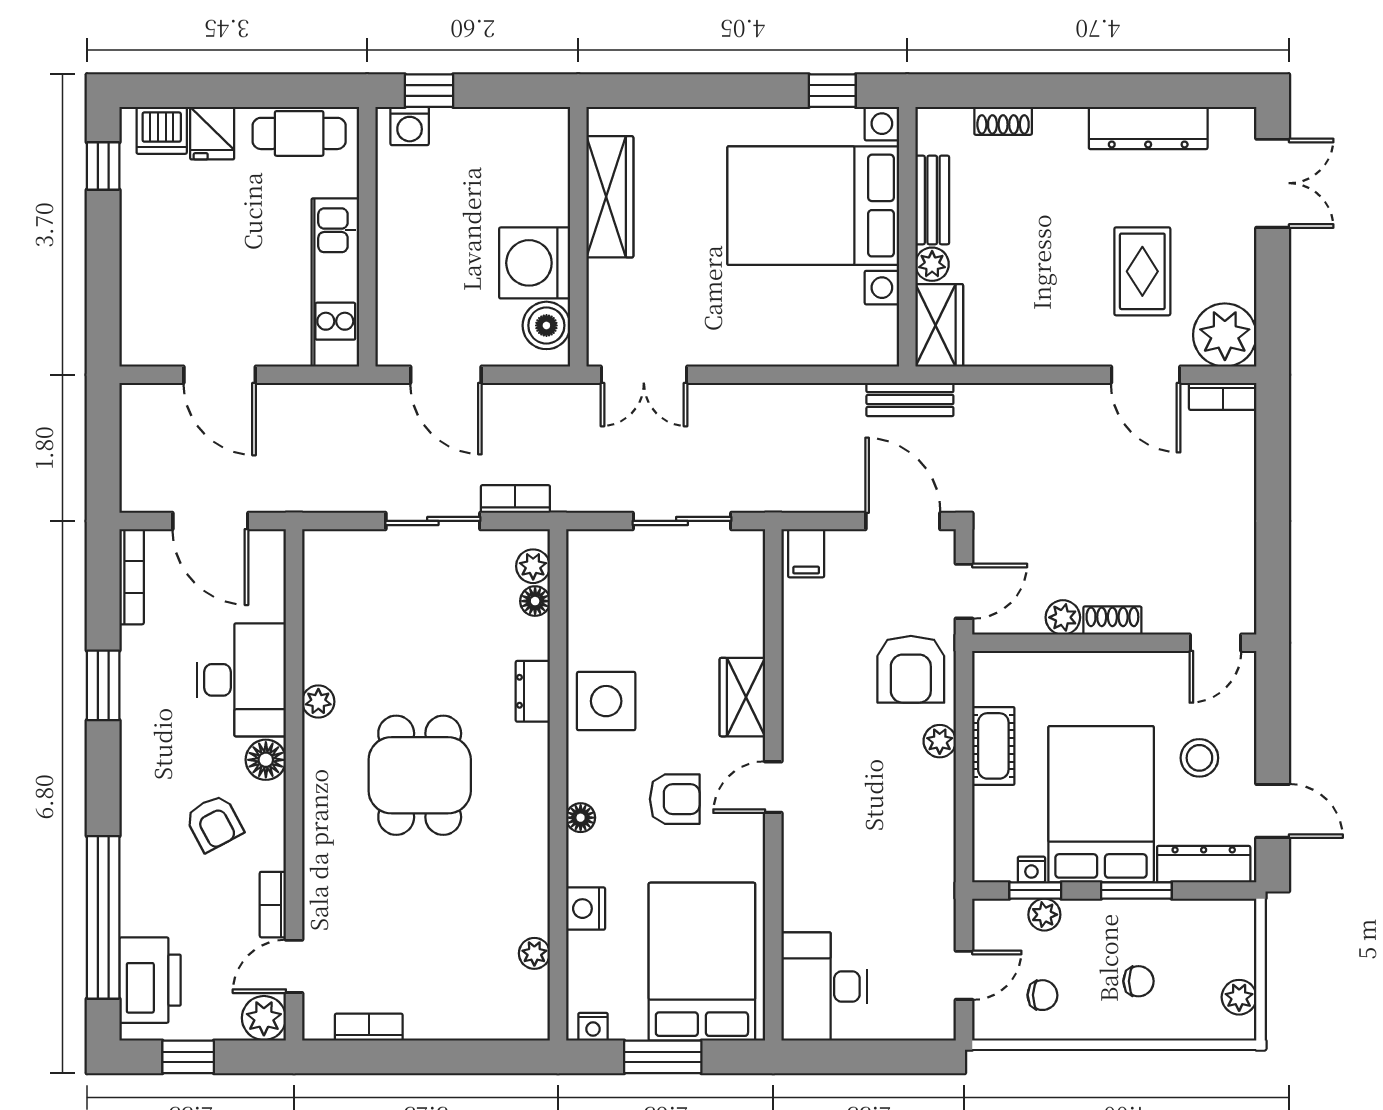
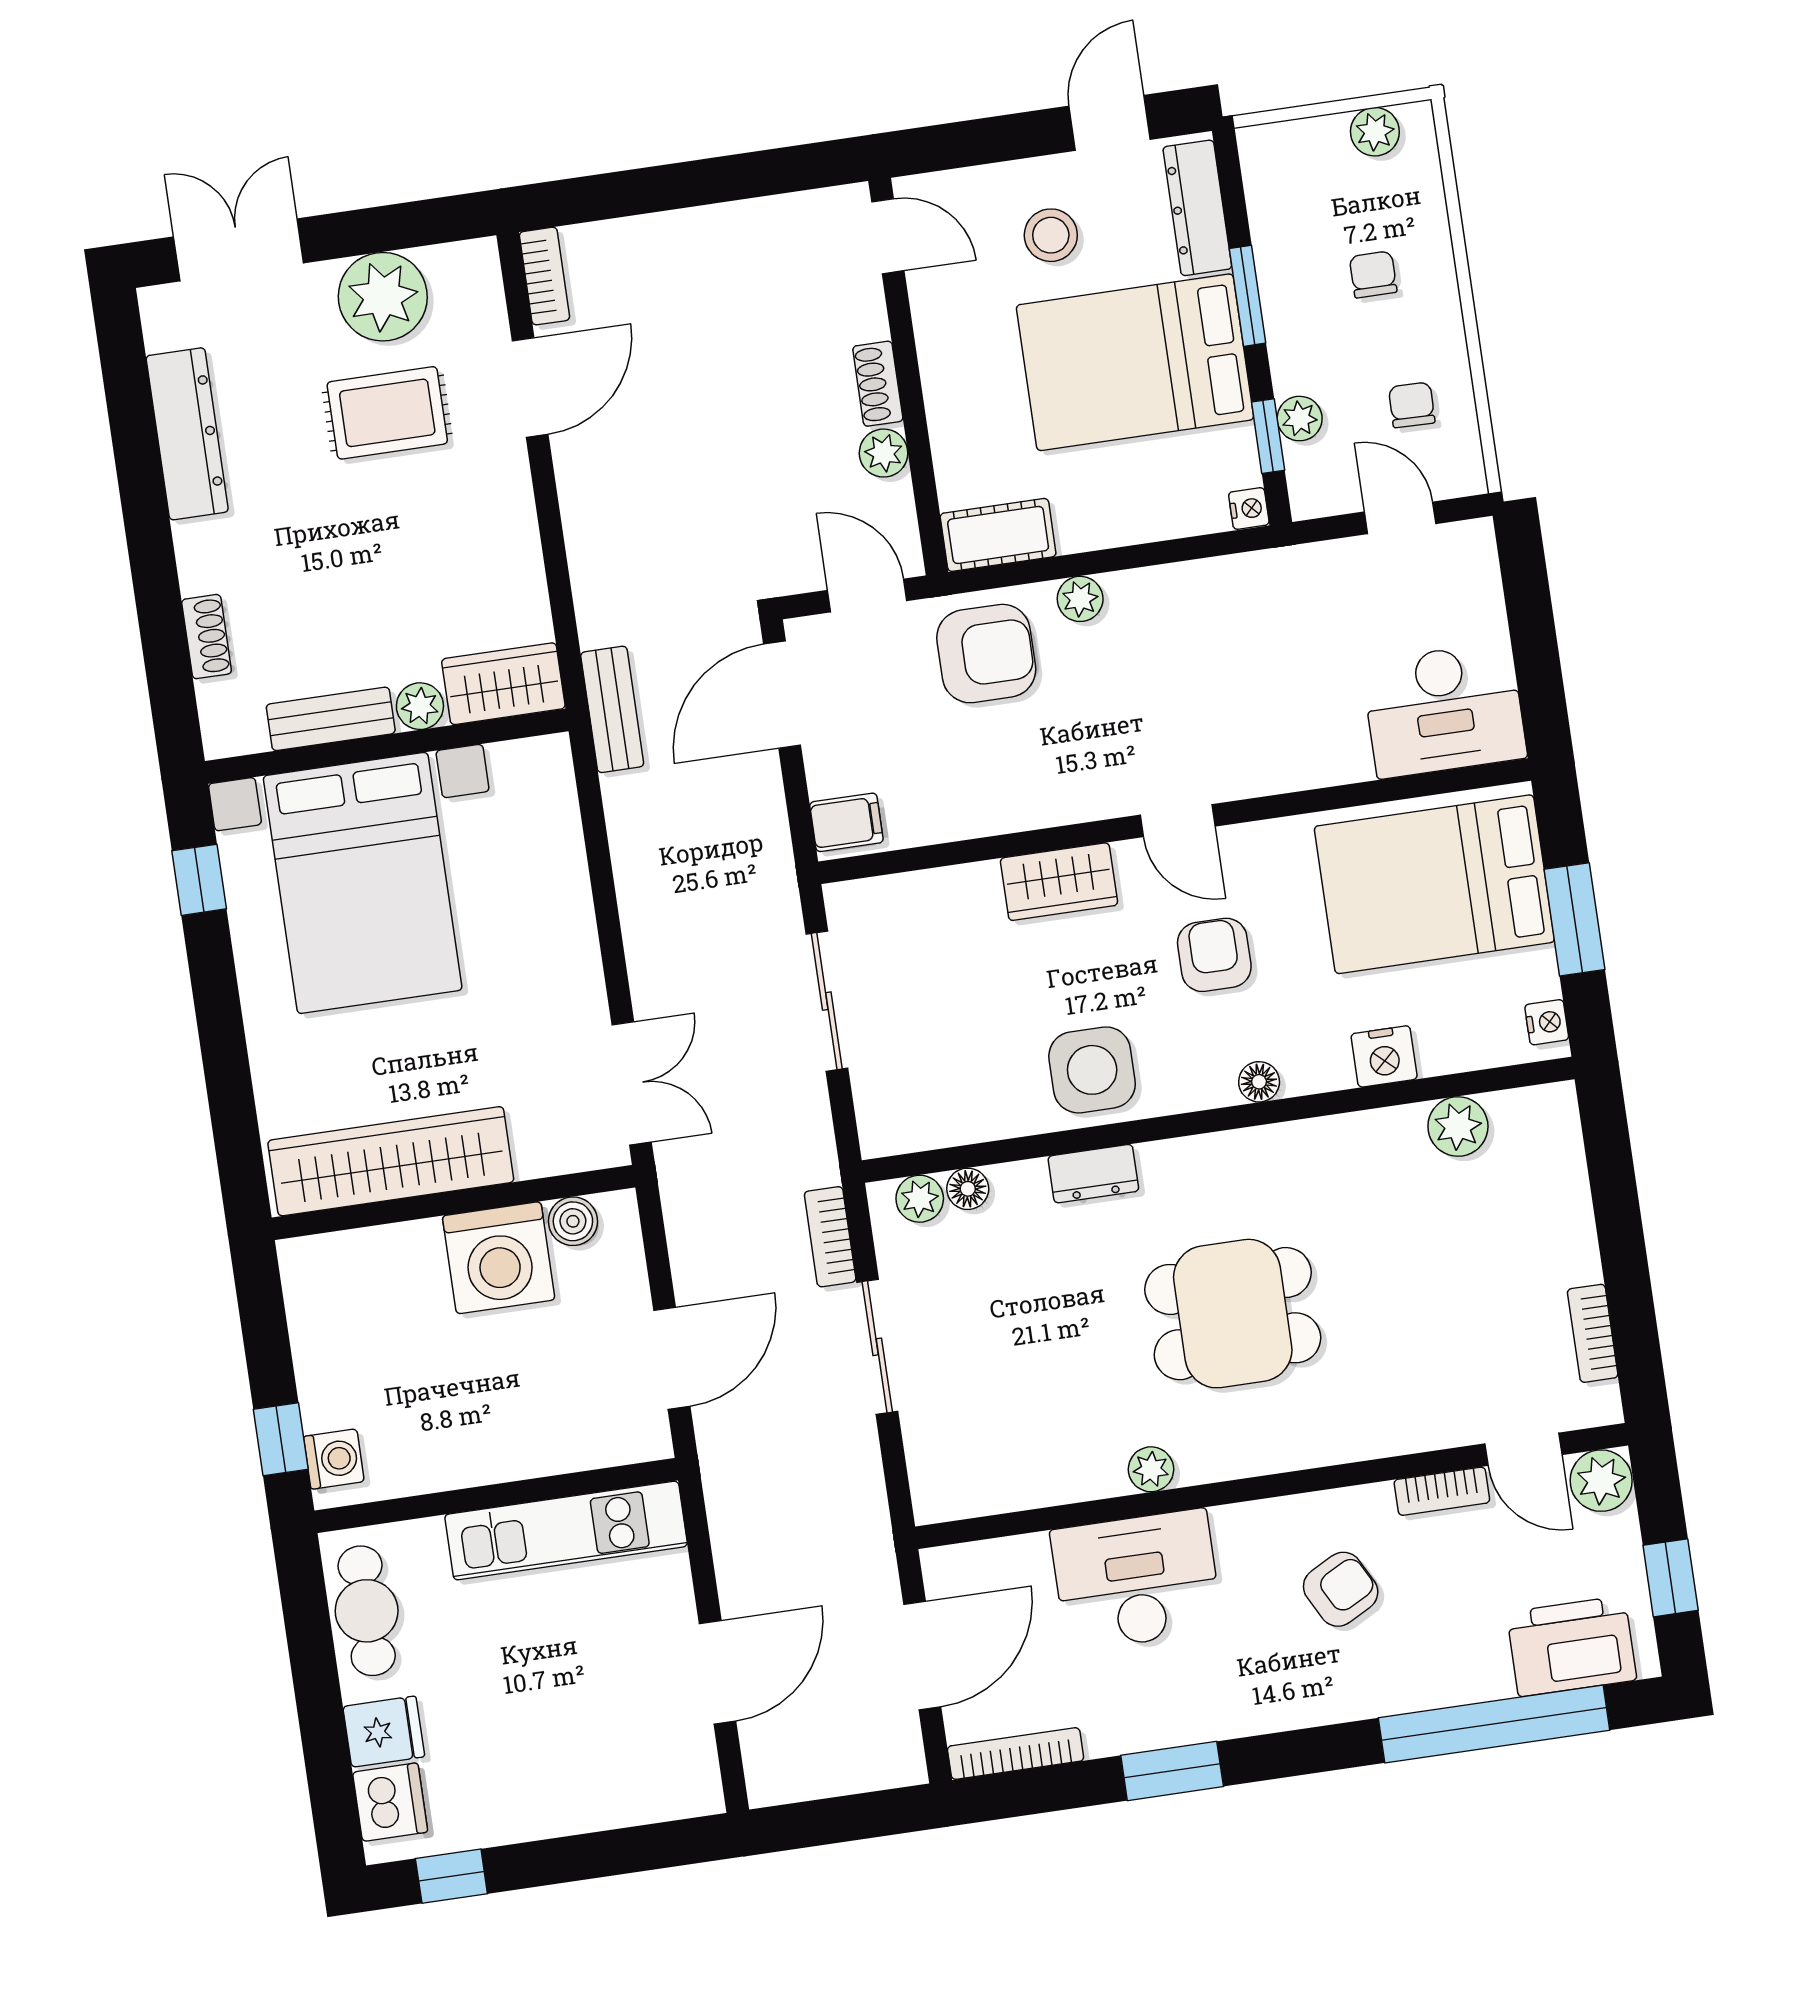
wardrobe: (610, 197) -> (391, 1161), width x1.40, depth x1.17
boiler: (546, 325) -> (573, 1221), width x0.73, depth x0.73
plant: (1225, 335) -> (383, 297), moved
cot: (993, 746) -> (998, 535), moved
floor lamp: (266, 760) -> (1242, 1530), removed
nightstand: (1031, 869) -> (1249, 509), moved
plant: (534, 953) -> (1458, 1126), width x1.38, depth x1.38

